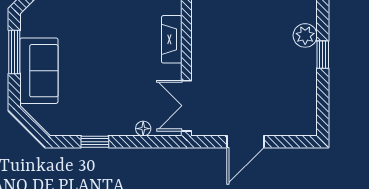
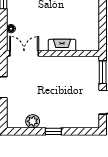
plant: (305, 35) -> (33, 121), moved

